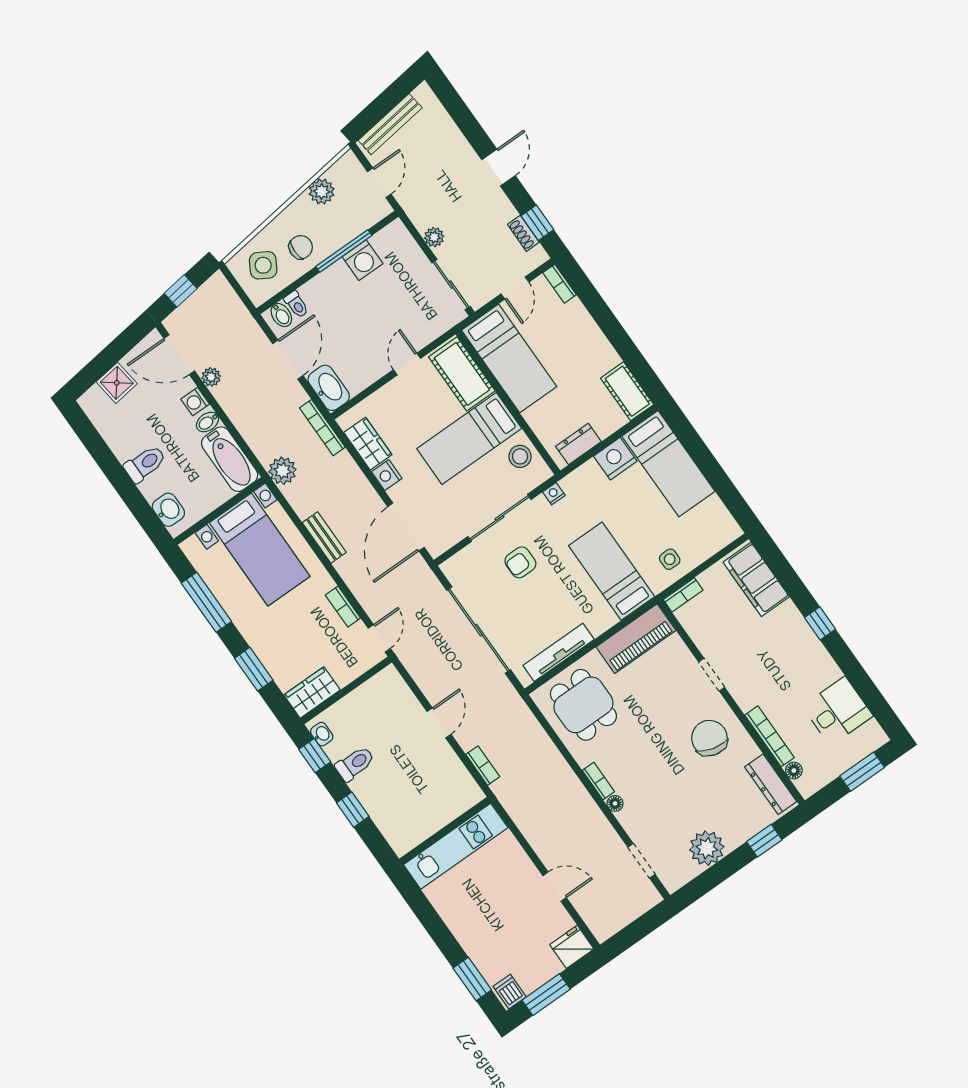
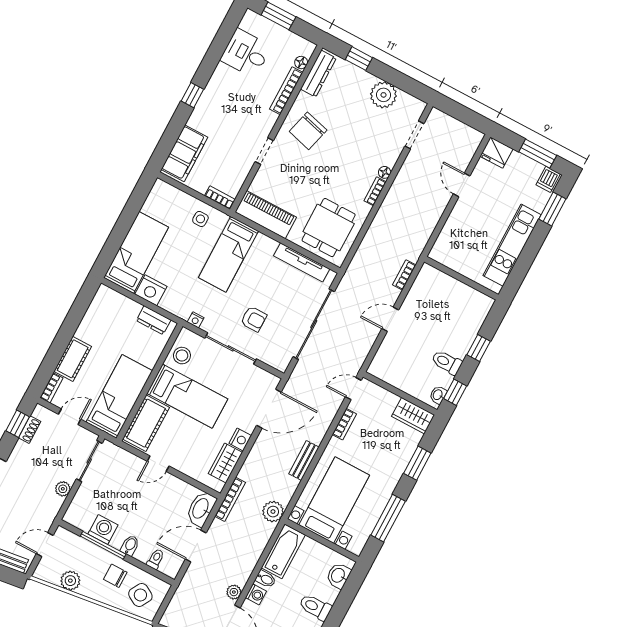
bidet: (281, 315) -> (130, 545), moved
cot: (627, 391) -> (73, 359), moved
kitchen unit: (456, 846) -> (512, 245), moved, turned -90

